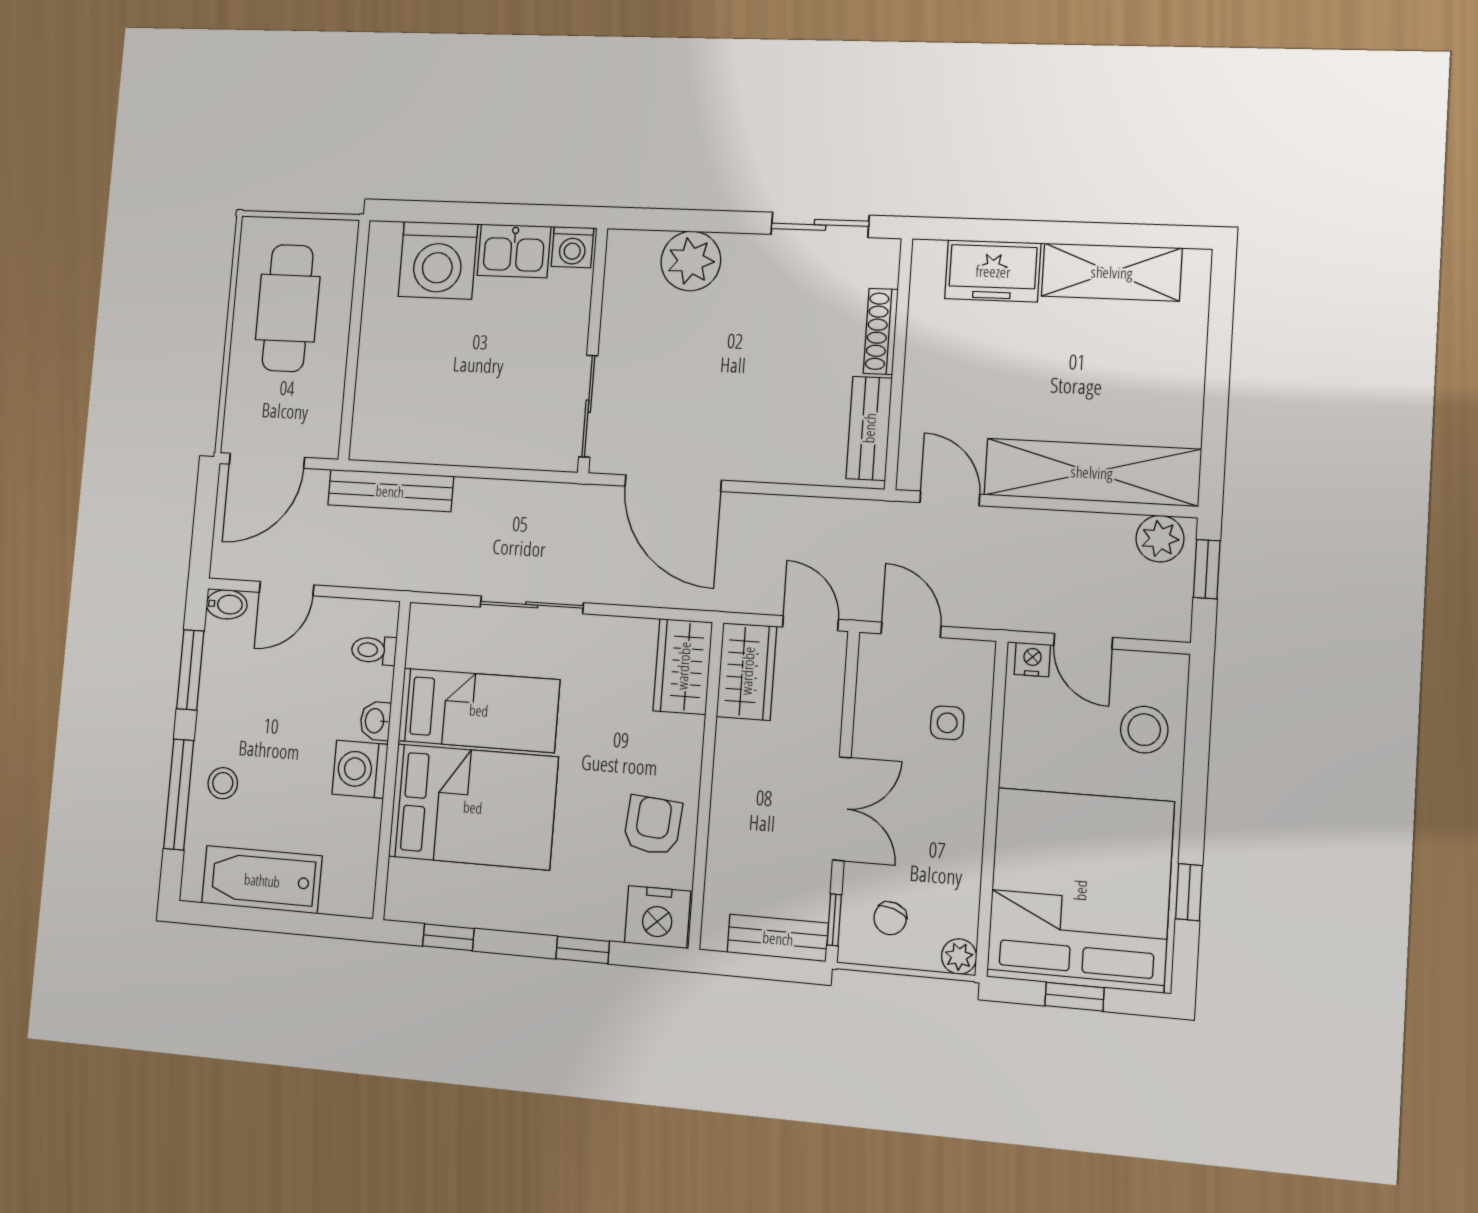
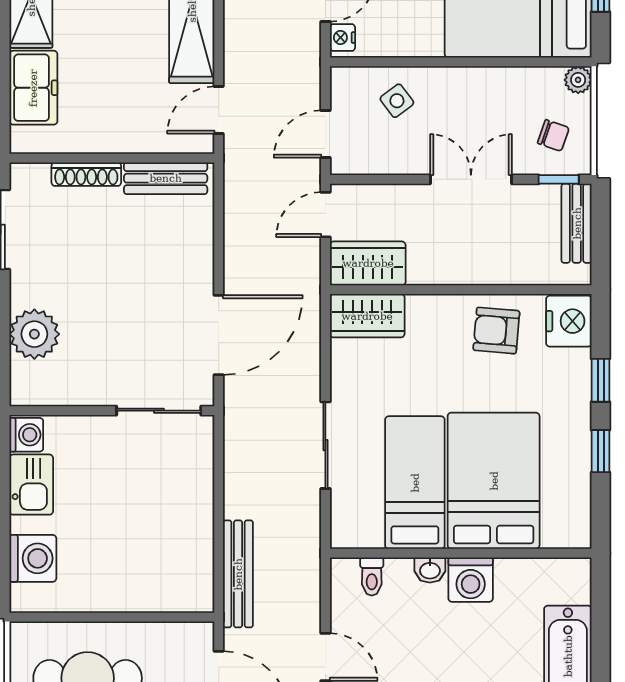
washing machine: (438, 260) -> (33, 558), width x0.73, depth x0.73
side table: (947, 723) -> (397, 101), turned -37
window: (448, 937) -> (601, 451), moved

